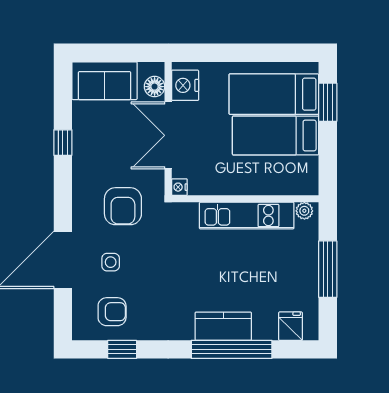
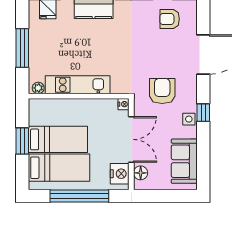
window: (244, 53) -> (79, 196), added
sofa: (104, 81) -> (184, 161), moved, turned -90
window: (328, 102) -> (22, 141), moved
window: (63, 143) -> (203, 113), moved
side table: (111, 262) -> (189, 119), moved

